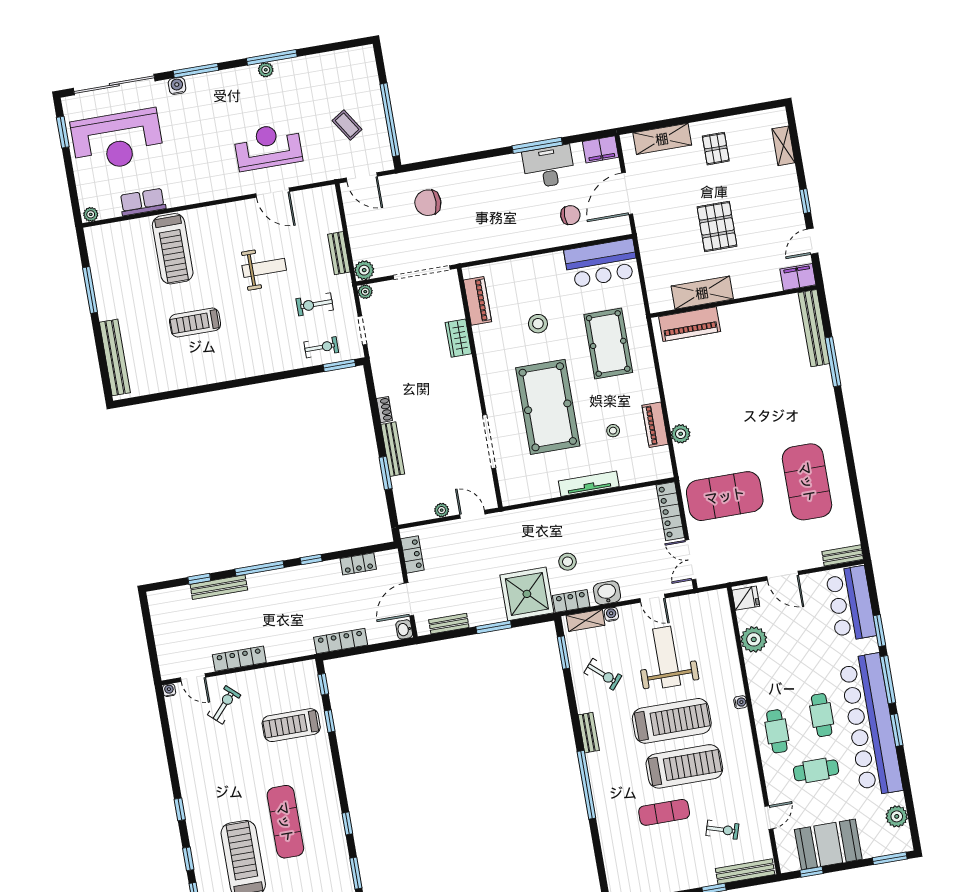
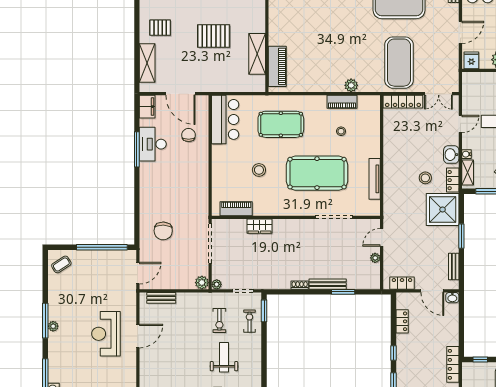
coffee table: (347, 125) -> (61, 264), moved
bench: (339, 253) -> (161, 298), moved
weight bench: (264, 268) -> (224, 357), moved
tv unit: (589, 484) -> (375, 179), moved
locker: (341, 641) -> (453, 364), moved

